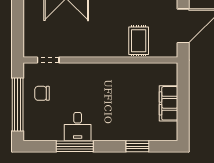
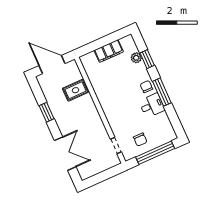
chair: (104, 130) -> (146, 87), added
plant: (145, 134) -> (136, 58), added
window: (75, 146) -> (162, 92), moved

